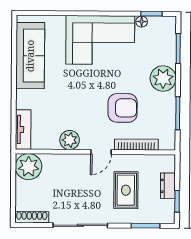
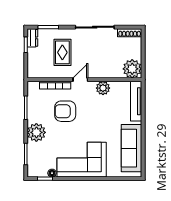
tv unit: (23, 129) -> (136, 101), width x1.41
dresser: (168, 186) -> (32, 38), moved

